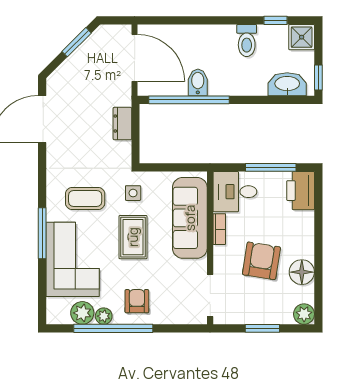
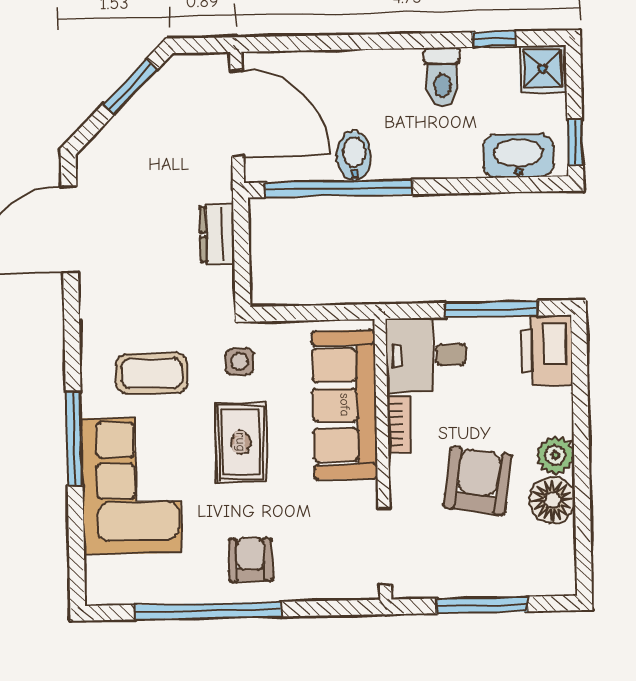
plant: (82, 313) -> (151, 584), removed
plant: (304, 314) -> (555, 455), moved
plant: (104, 316) -> (190, 588), removed
window: (262, 328) -> (482, 605), width x1.44

